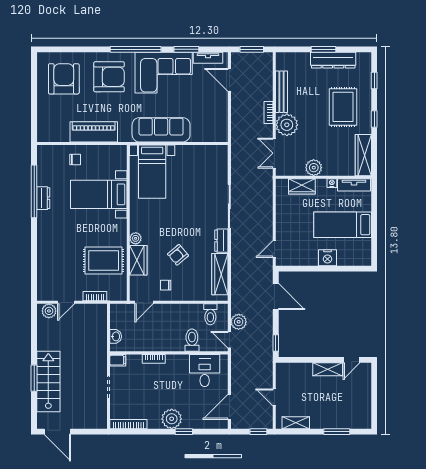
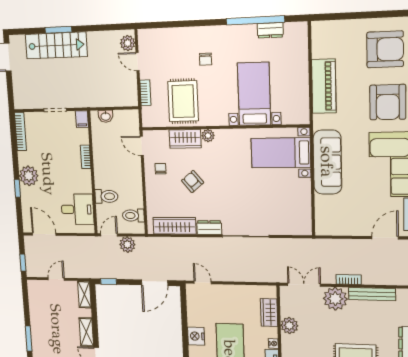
chair: (75, 159) -> (206, 59), moved
dresser: (43, 198) -> (270, 30), moved
shelving: (296, 423) -> (84, 294), moved

